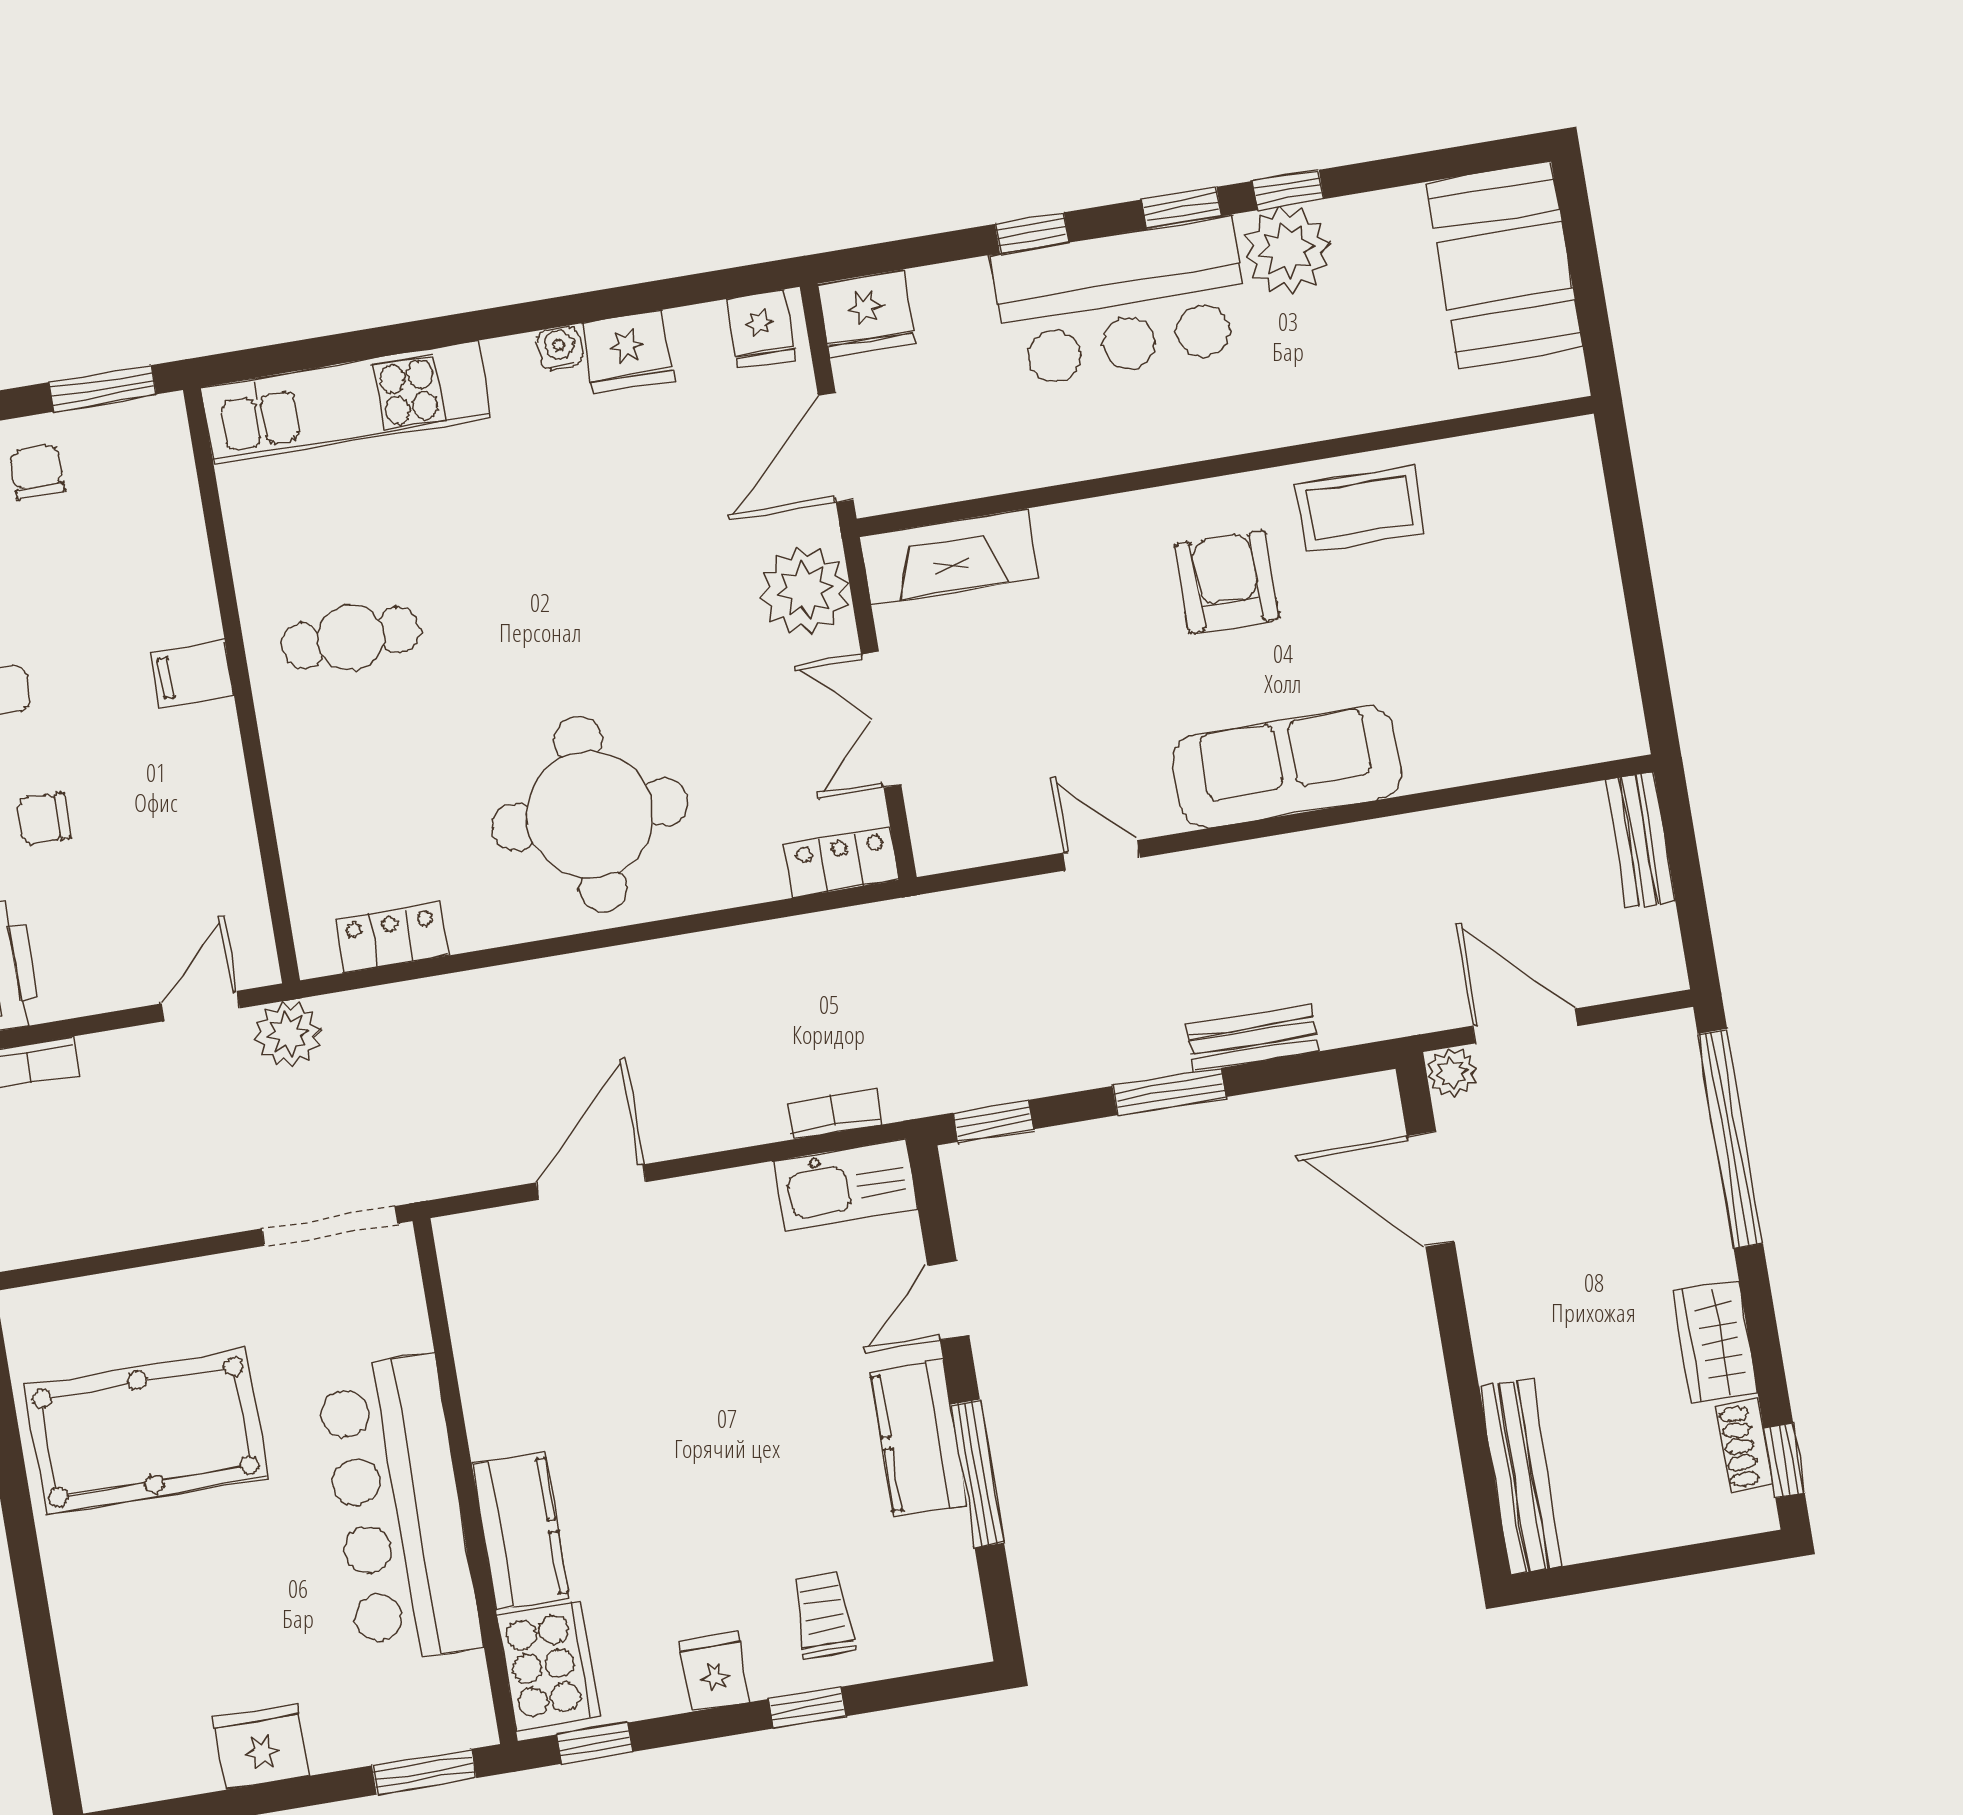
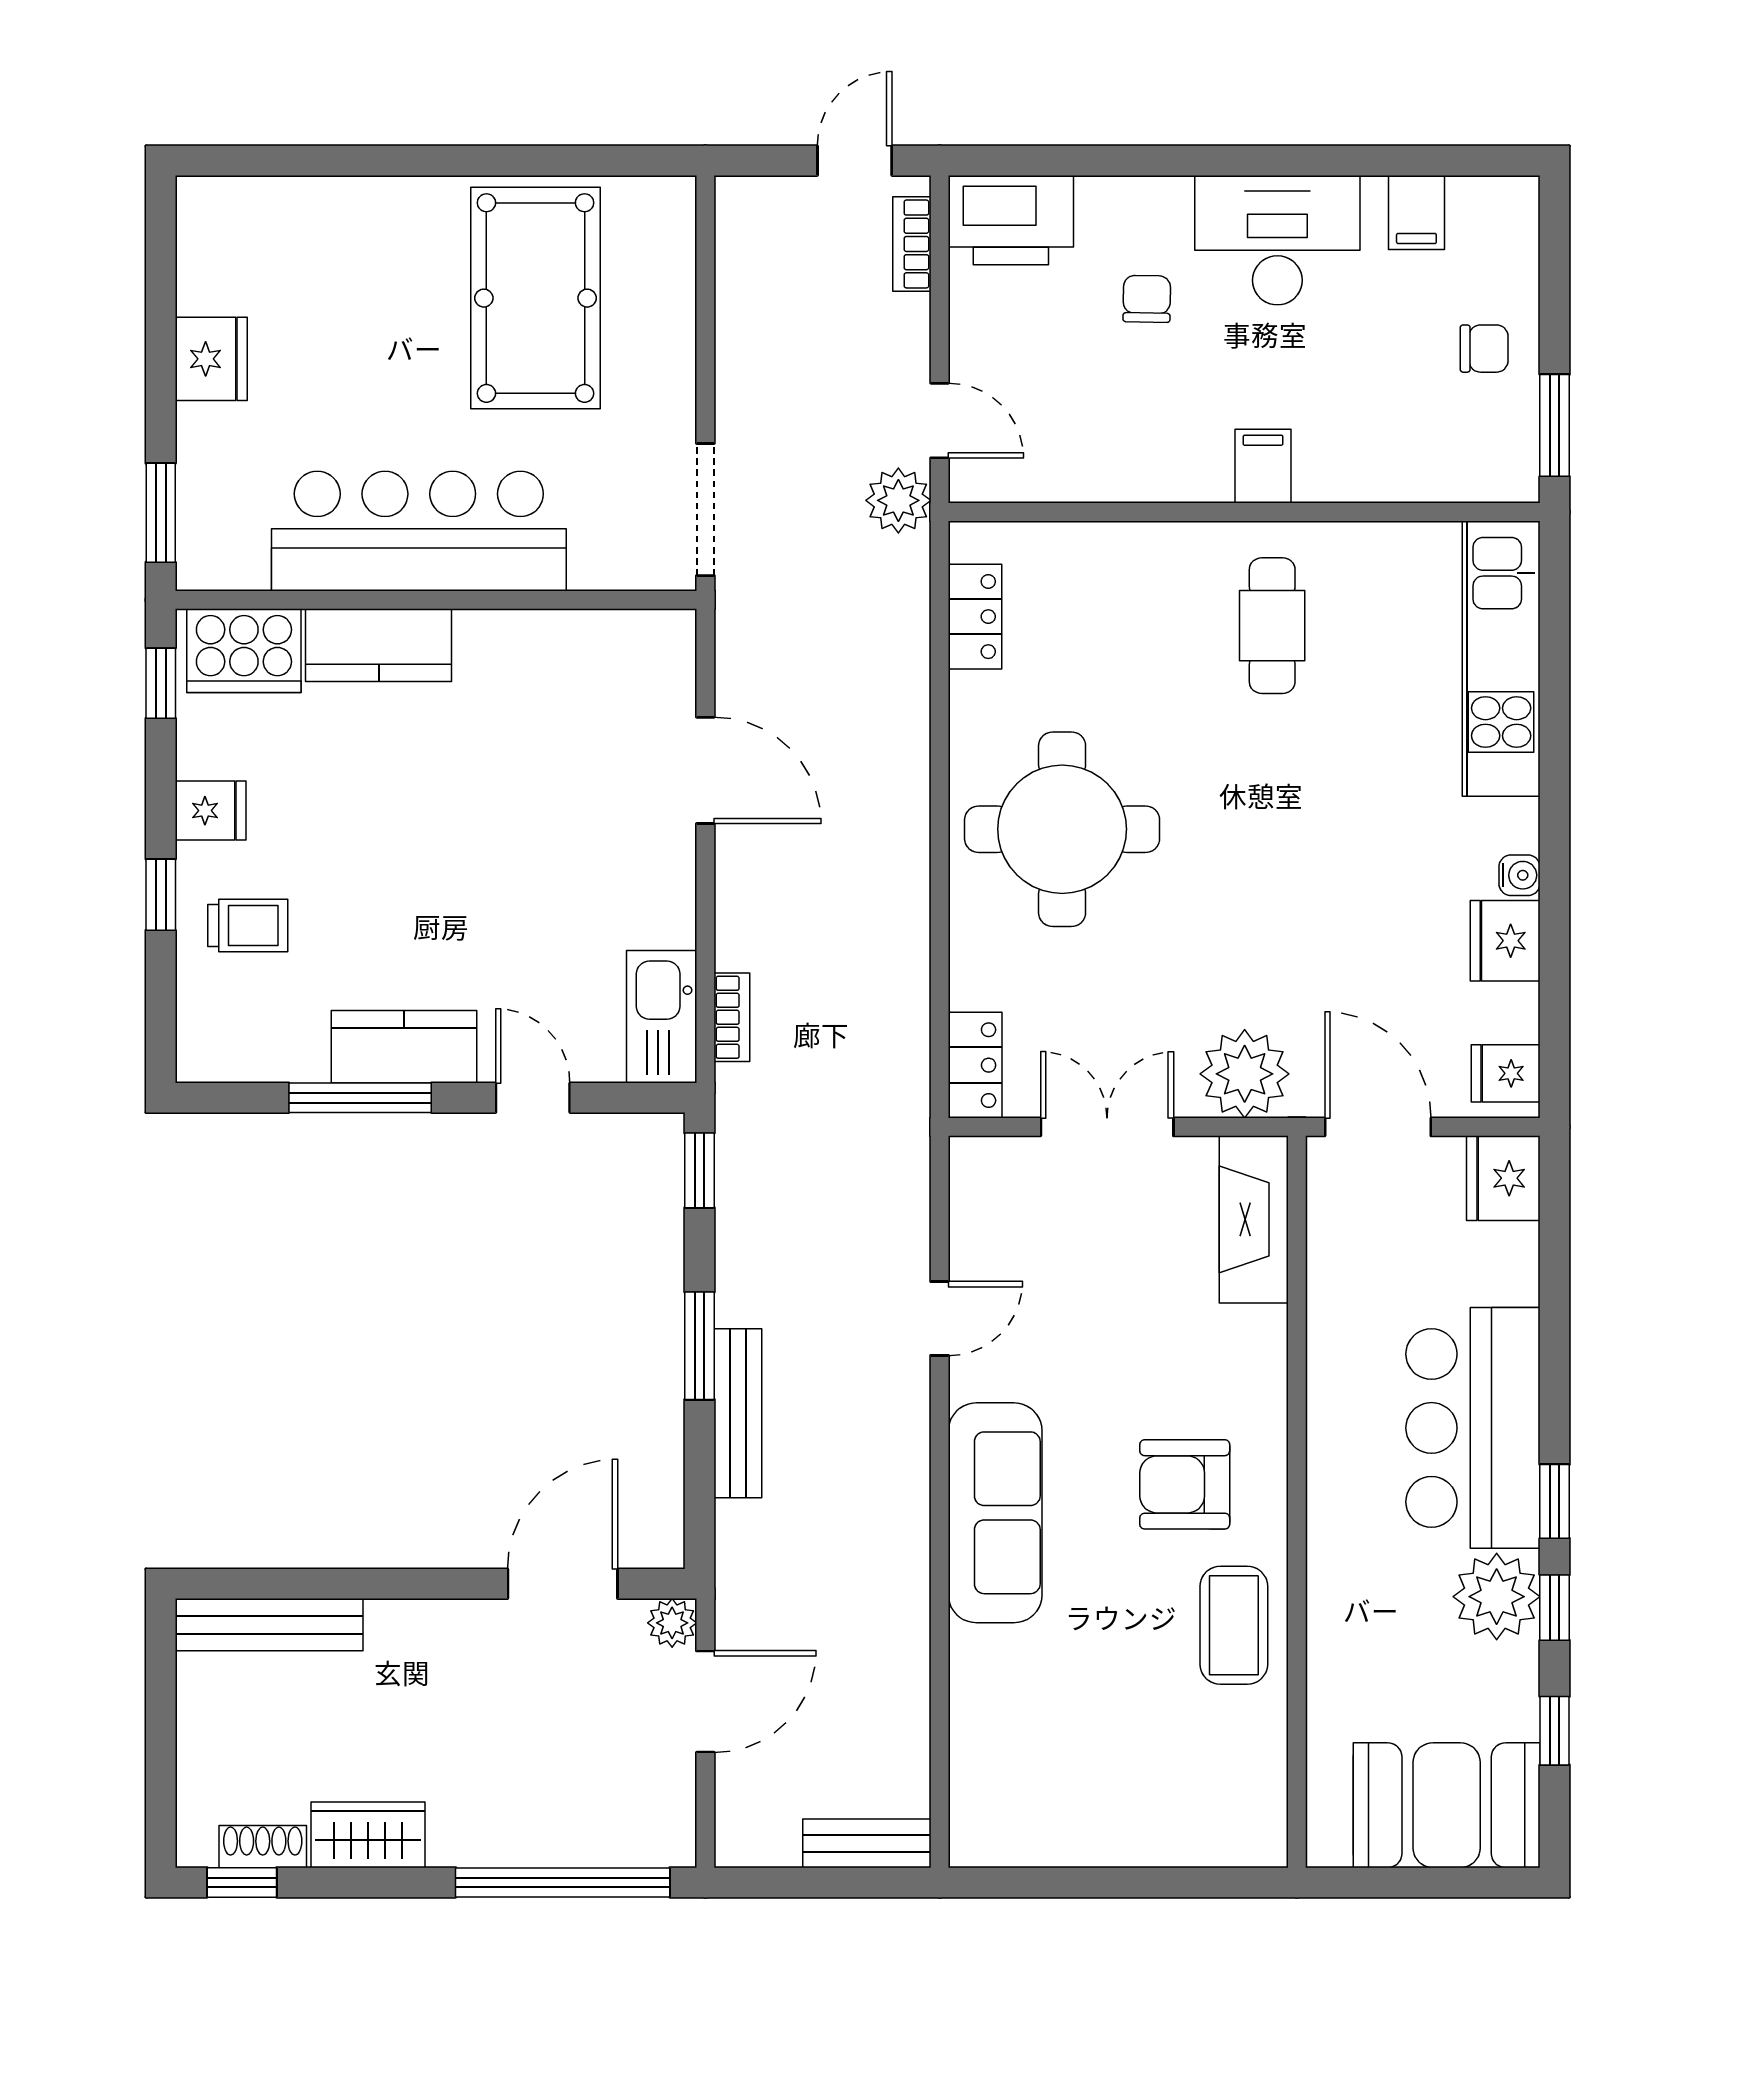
window: (1032, 233) -> (1555, 1731), moved
armchair: (1227, 582) -> (1185, 1484), turned 180
bench: (1253, 1038) -> (738, 1413), width x1.36

